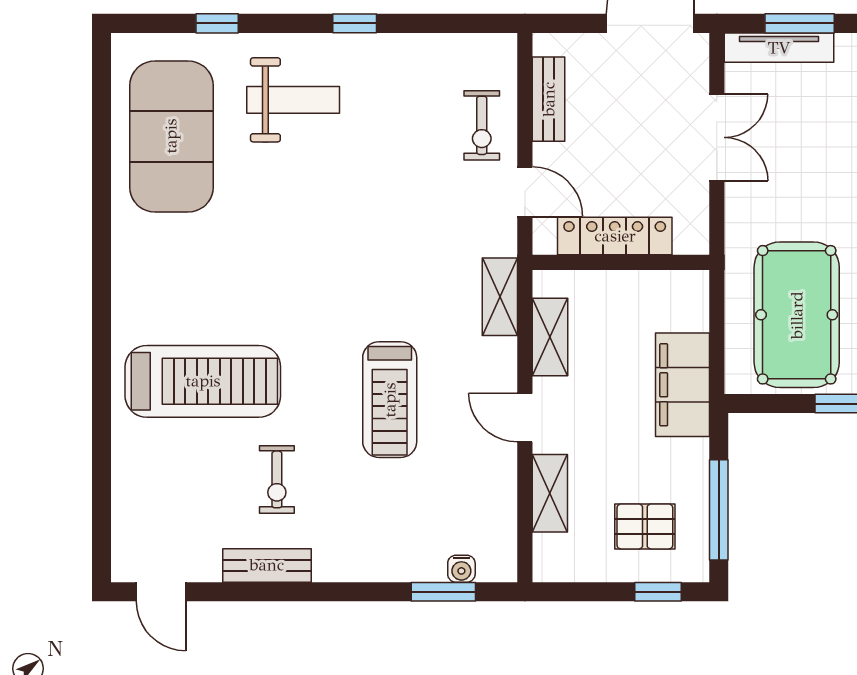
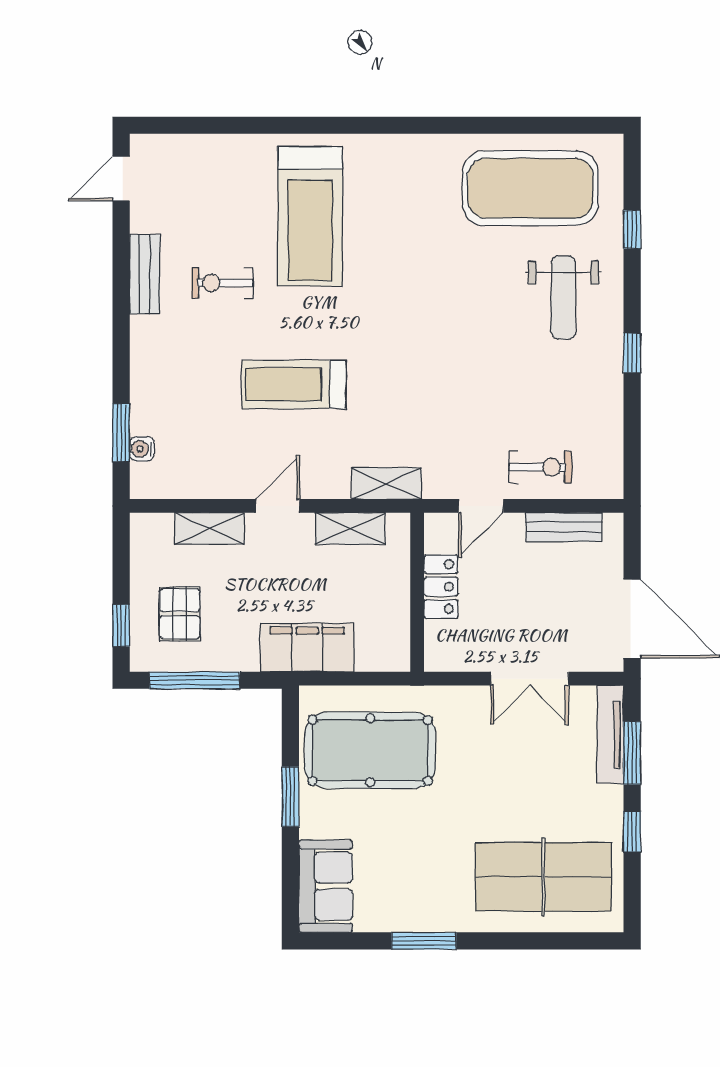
exercise bike: (482, 125) -> (540, 467), turned 180
locker: (615, 236) -> (441, 587), width x0.66

